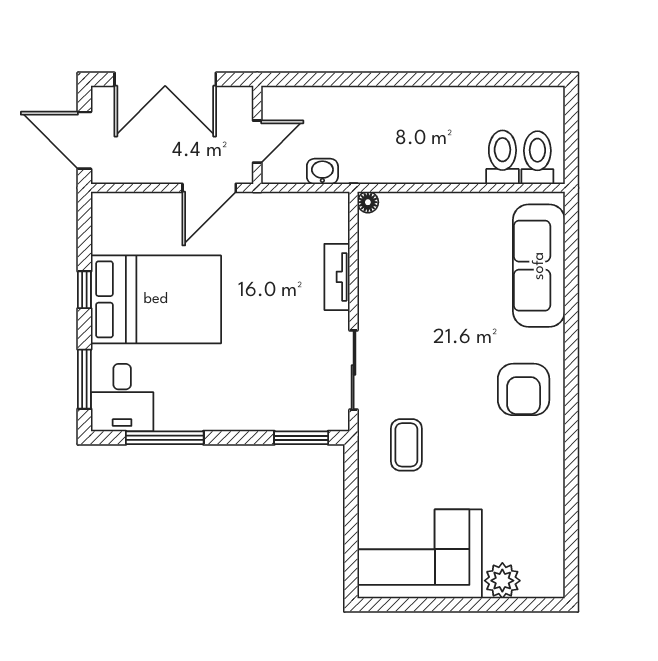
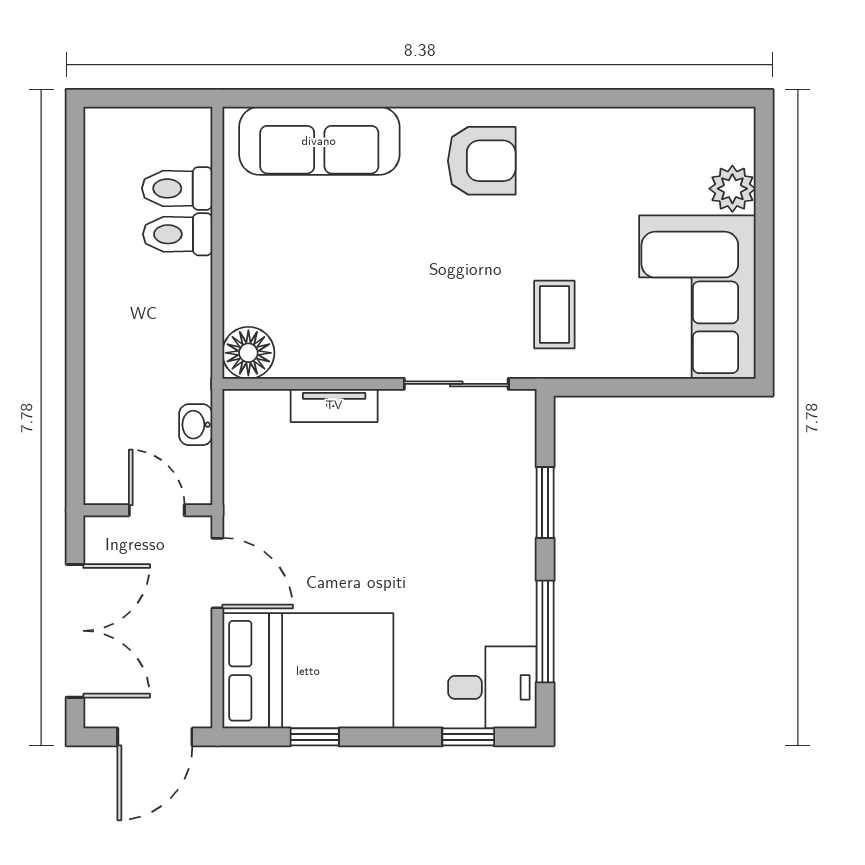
toilet: (537, 158) -> (178, 234), moved
floor lamp: (368, 202) -> (248, 353), width x1.89, depth x1.89
window: (84, 290) -> (315, 737), moved
bed: (156, 299) -> (308, 671), moved, turned 90
window: (84, 379) -> (468, 737), width x0.67
window: (301, 438) -> (545, 503), moved
coffee table: (406, 445) -> (554, 314), turned 90

